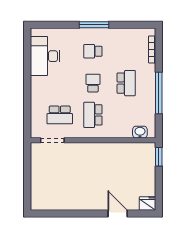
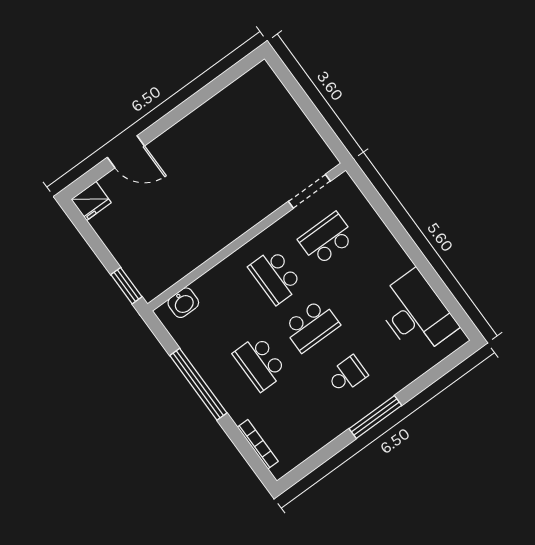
school desk: (93, 83) -> (311, 326), width x1.85
school desk: (93, 115) -> (275, 276), turned 180

